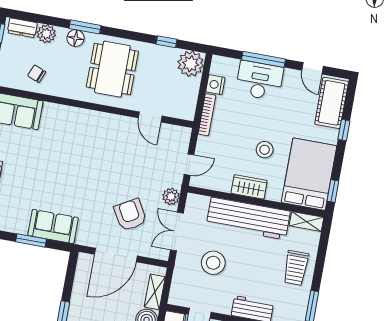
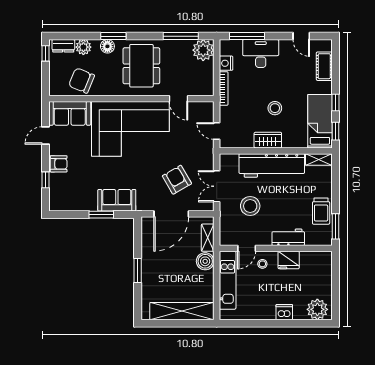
window: (167, 42) -> (181, 36), width x2.17
window: (263, 59) -> (247, 36), moved
chair: (37, 74) -> (82, 81), width x1.87, depth x1.87
cot: (332, 103) -> (324, 66), width x0.73, depth x0.75
window: (344, 130) -> (335, 103), moved
corner sofa: (85, 143) -> (130, 129), added
door: (189, 165) -> (217, 131), swing flipped
bed: (309, 174) -> (320, 121), width x0.67
plant: (171, 196) -> (207, 159), removed
trolley: (296, 268) -> (321, 211), moved

